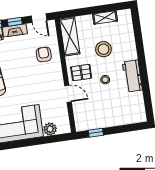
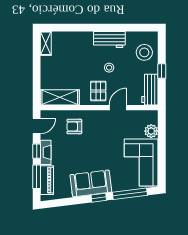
shelving: (105, 17) -> (46, 43), moved
stool: (103, 49) -> (144, 52), moved
workbench: (90, 122) -> (150, 90), added
window: (96, 133) -> (162, 71), moved

